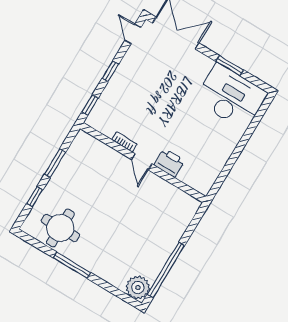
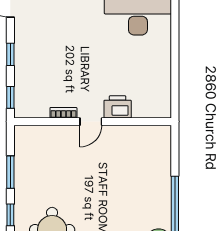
door: (142, 162) -> (91, 122), hinge flipped

